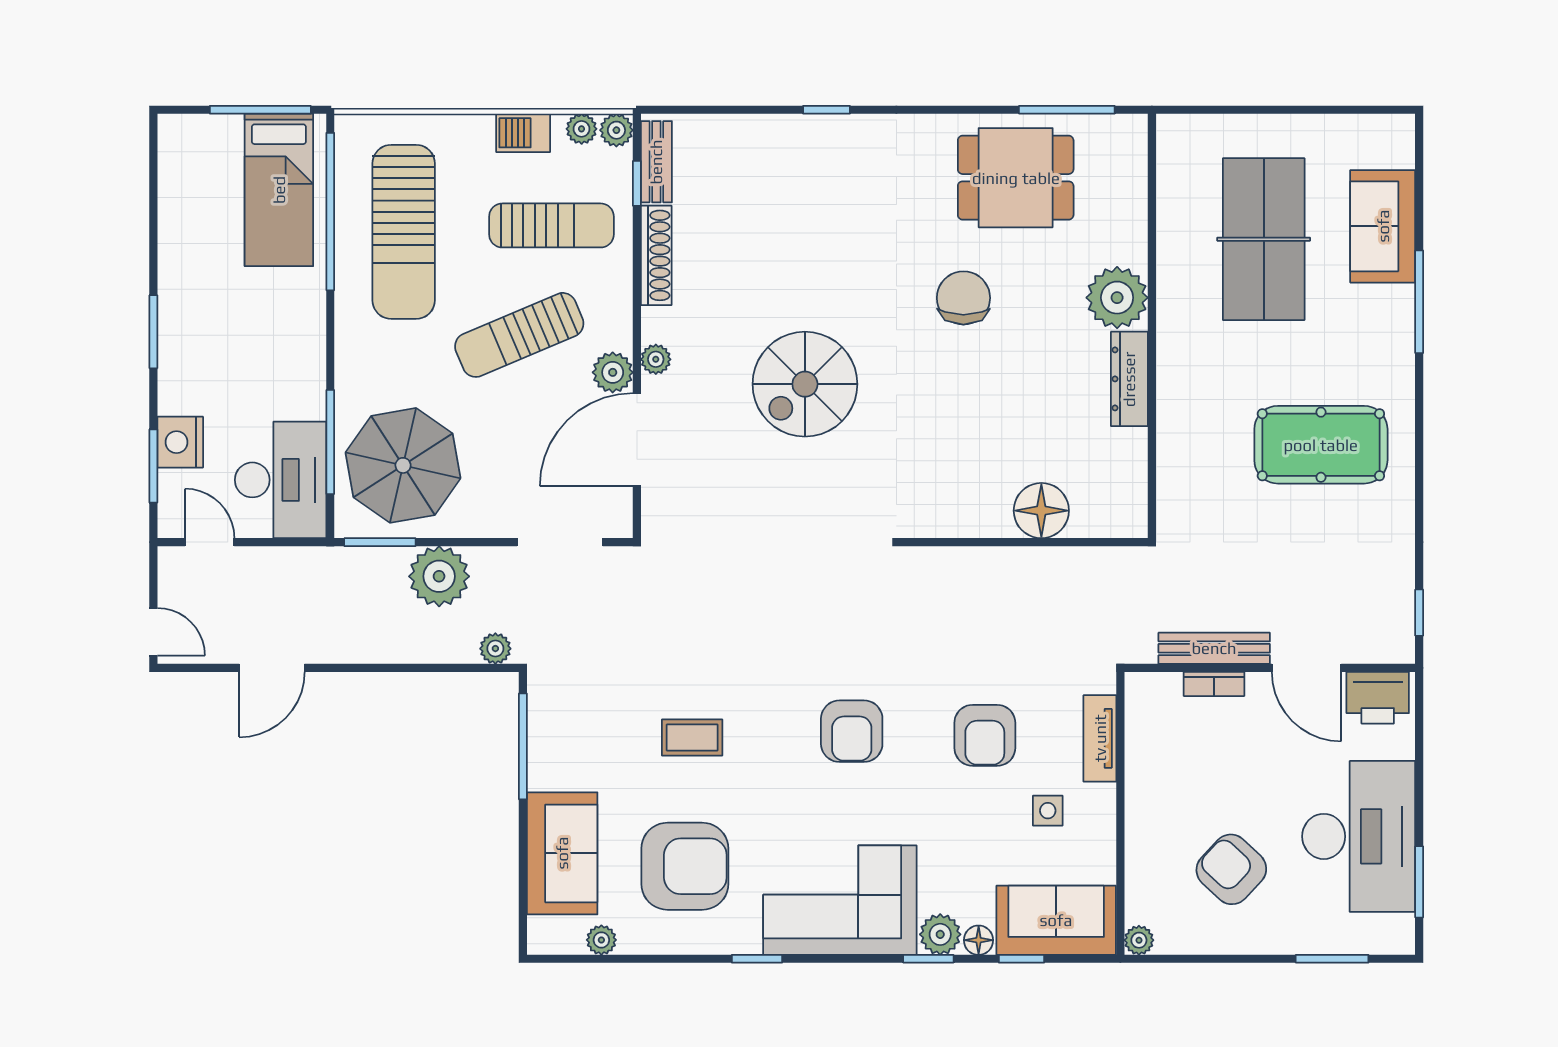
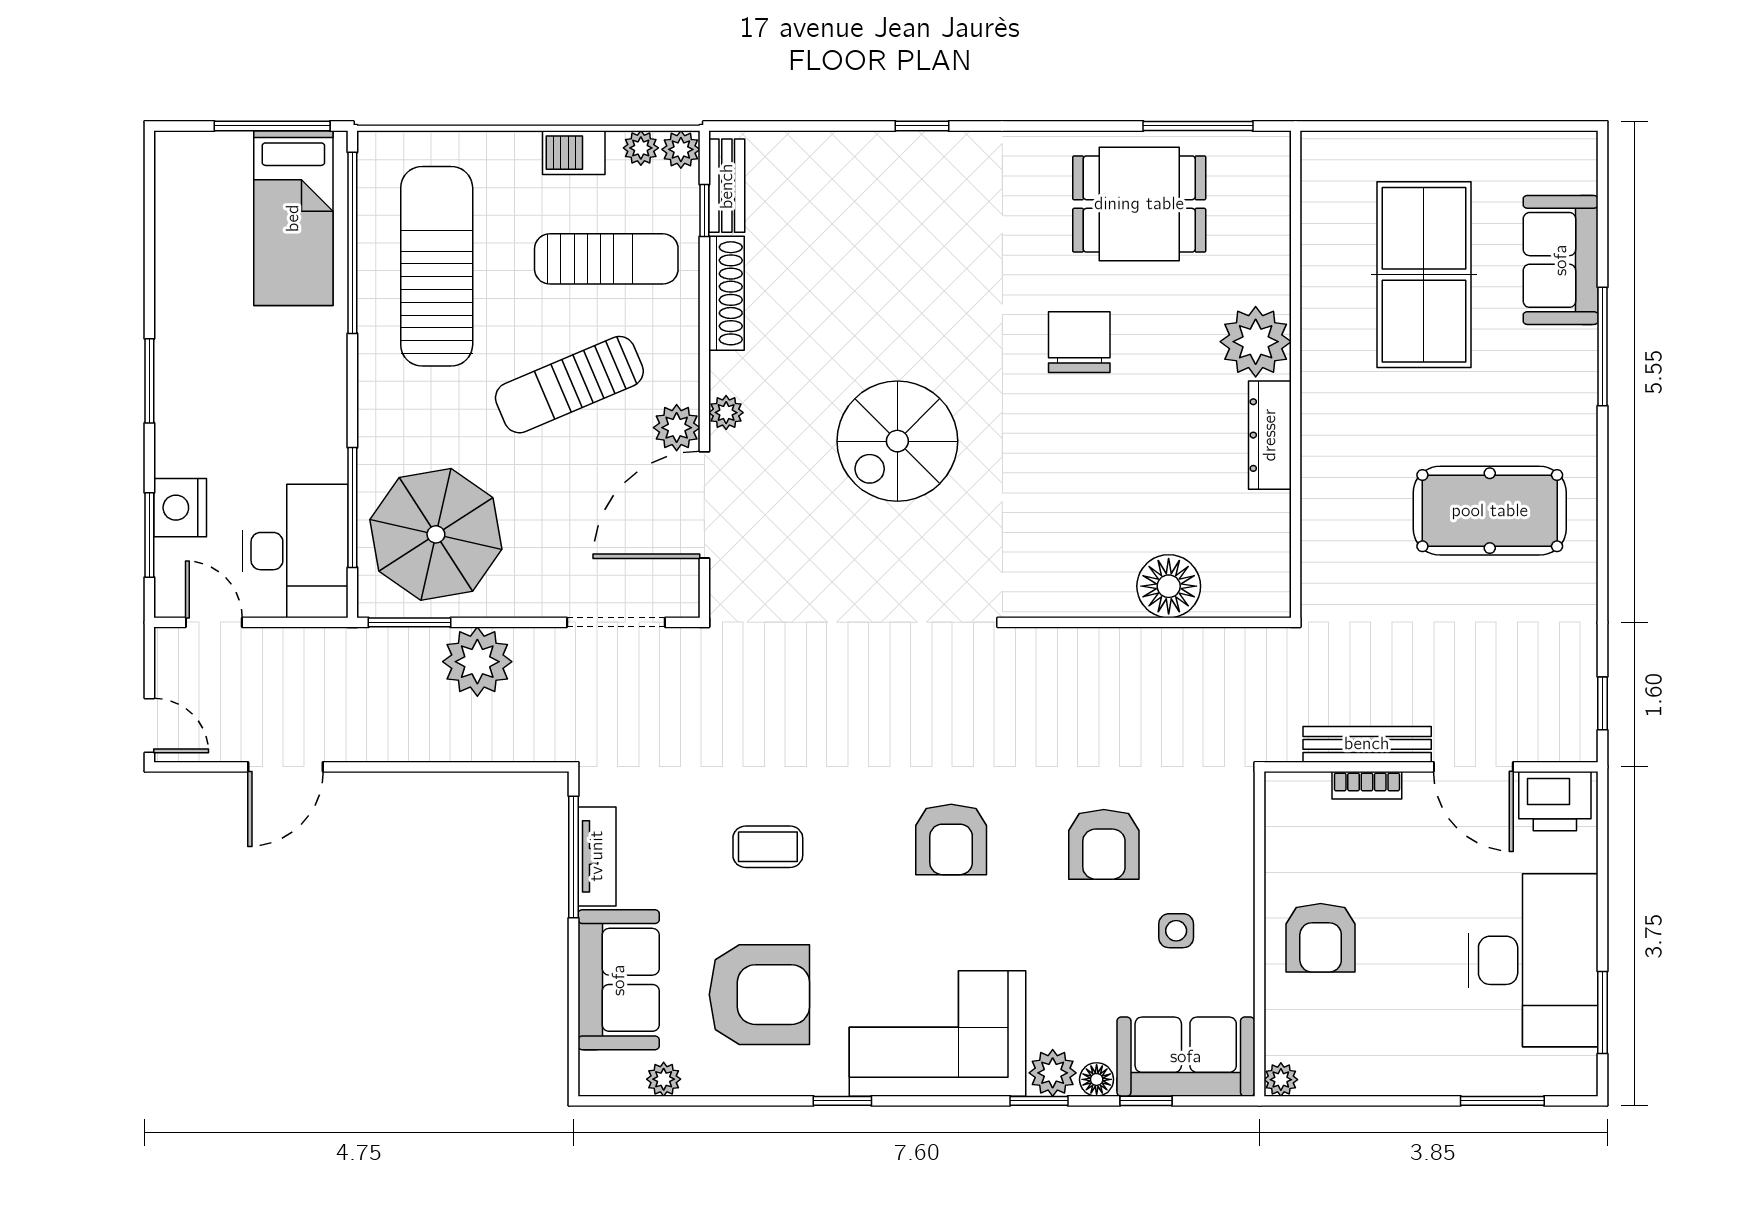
sun lounger: (404, 232) -> (437, 266), turned 180
plant: (495, 649) -> (542, 745), removed
tv unit: (1100, 738) -> (597, 856), moved, turned 180
armchair: (1231, 869) -> (1321, 938), moved, turned -133

